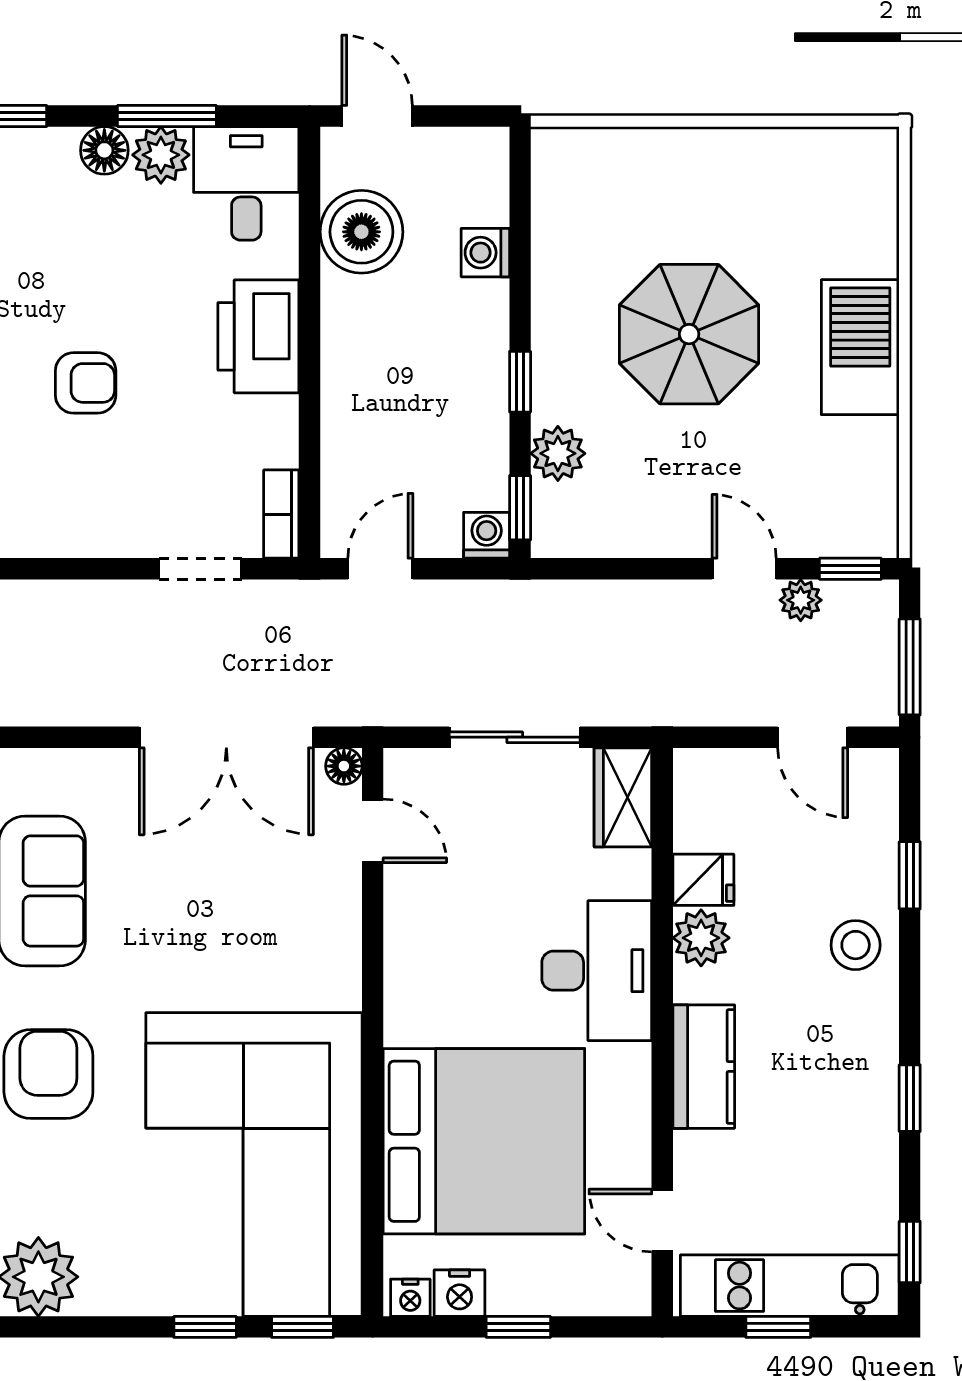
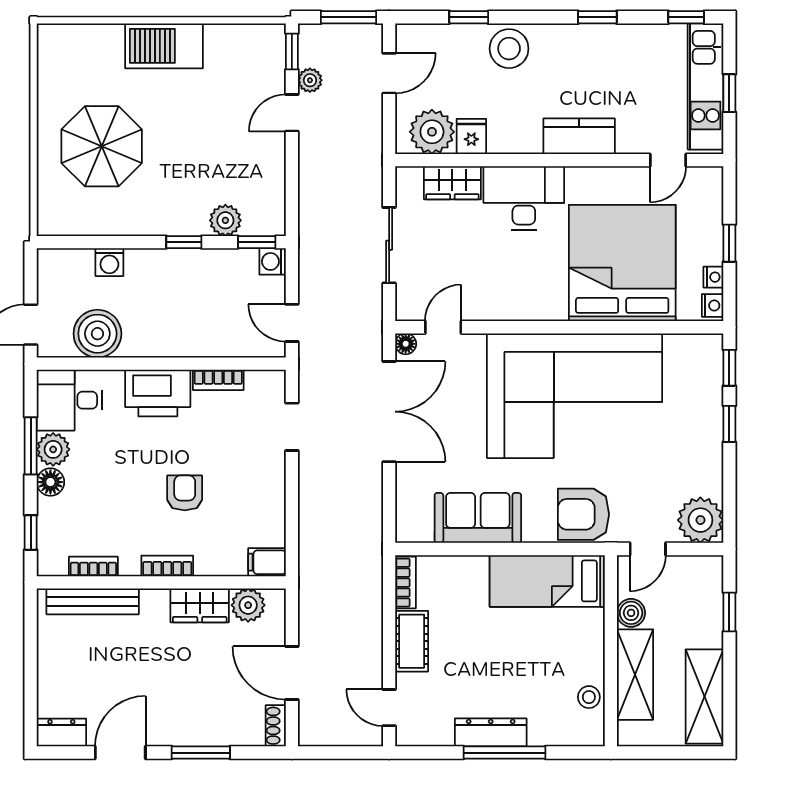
parasol: (689, 334) -> (102, 146), moved
bookcase: (281, 514) -> (218, 380), moved
wardrobe: (623, 797) -> (452, 183), moved
plant: (701, 938) -> (432, 132), moved, width x1.36, depth x1.36
stool: (856, 945) -> (509, 49), width x1.38, depth x1.38
corner sofa: (254, 1165) -> (575, 396), moved
nightstand: (460, 1293) -> (713, 277), width x0.72, depth x0.74

